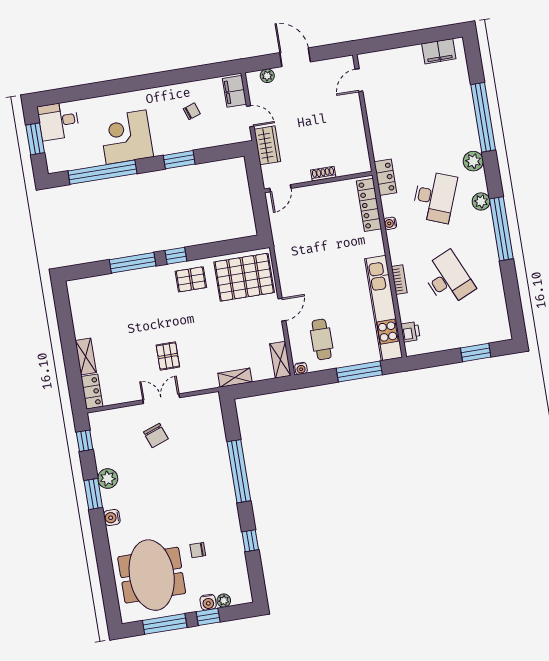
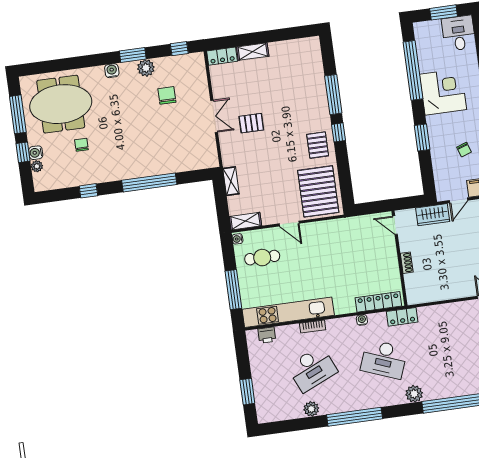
plant: (481, 201) -> (311, 409), moved
chair: (156, 435) -> (167, 95), moved, turned 110

